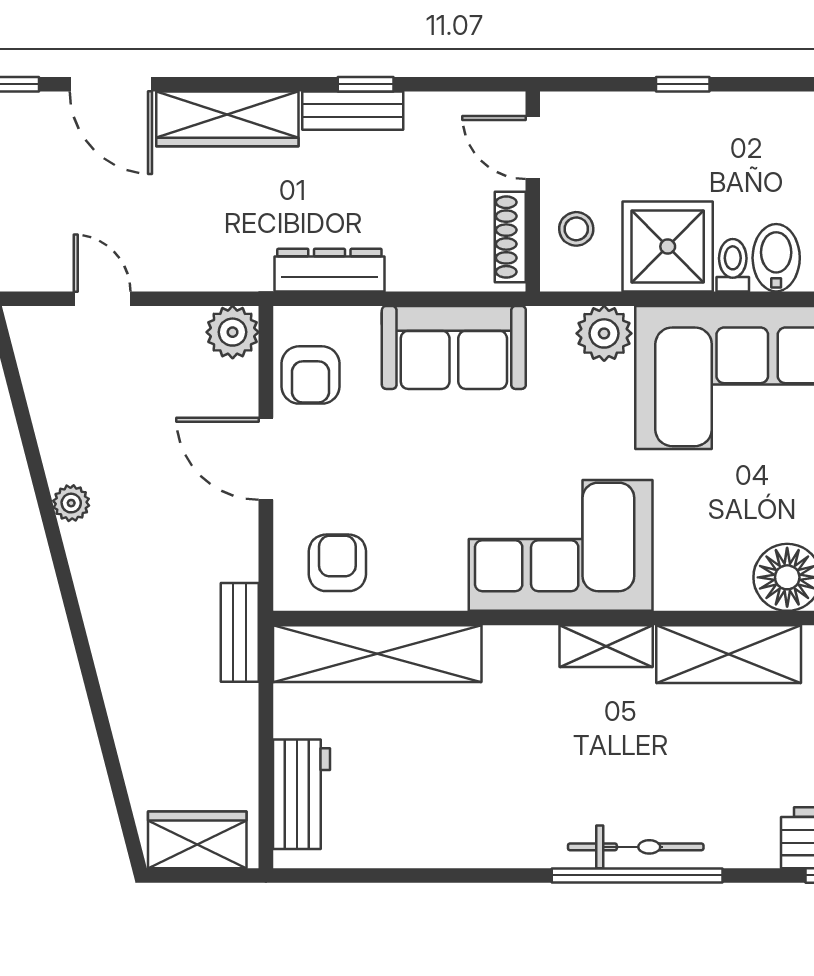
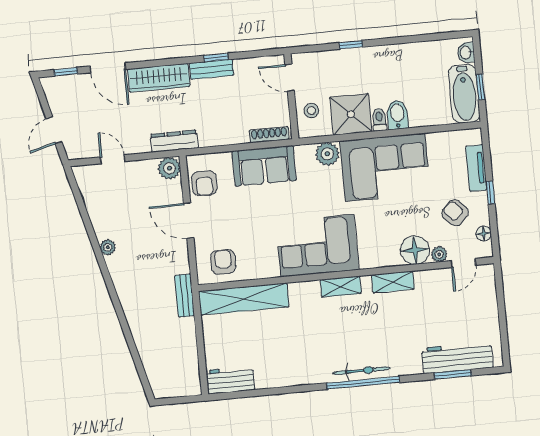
shoe rack: (510, 237) -> (269, 135), moved, turned 90
dresser: (329, 270) -> (174, 141), moved
shelving: (729, 654) -> (393, 282), width x0.67, depth x0.75
workbench: (301, 794) -> (230, 380), moved, turned -90
wardrobe: (197, 840) -> (175, 385), removed

